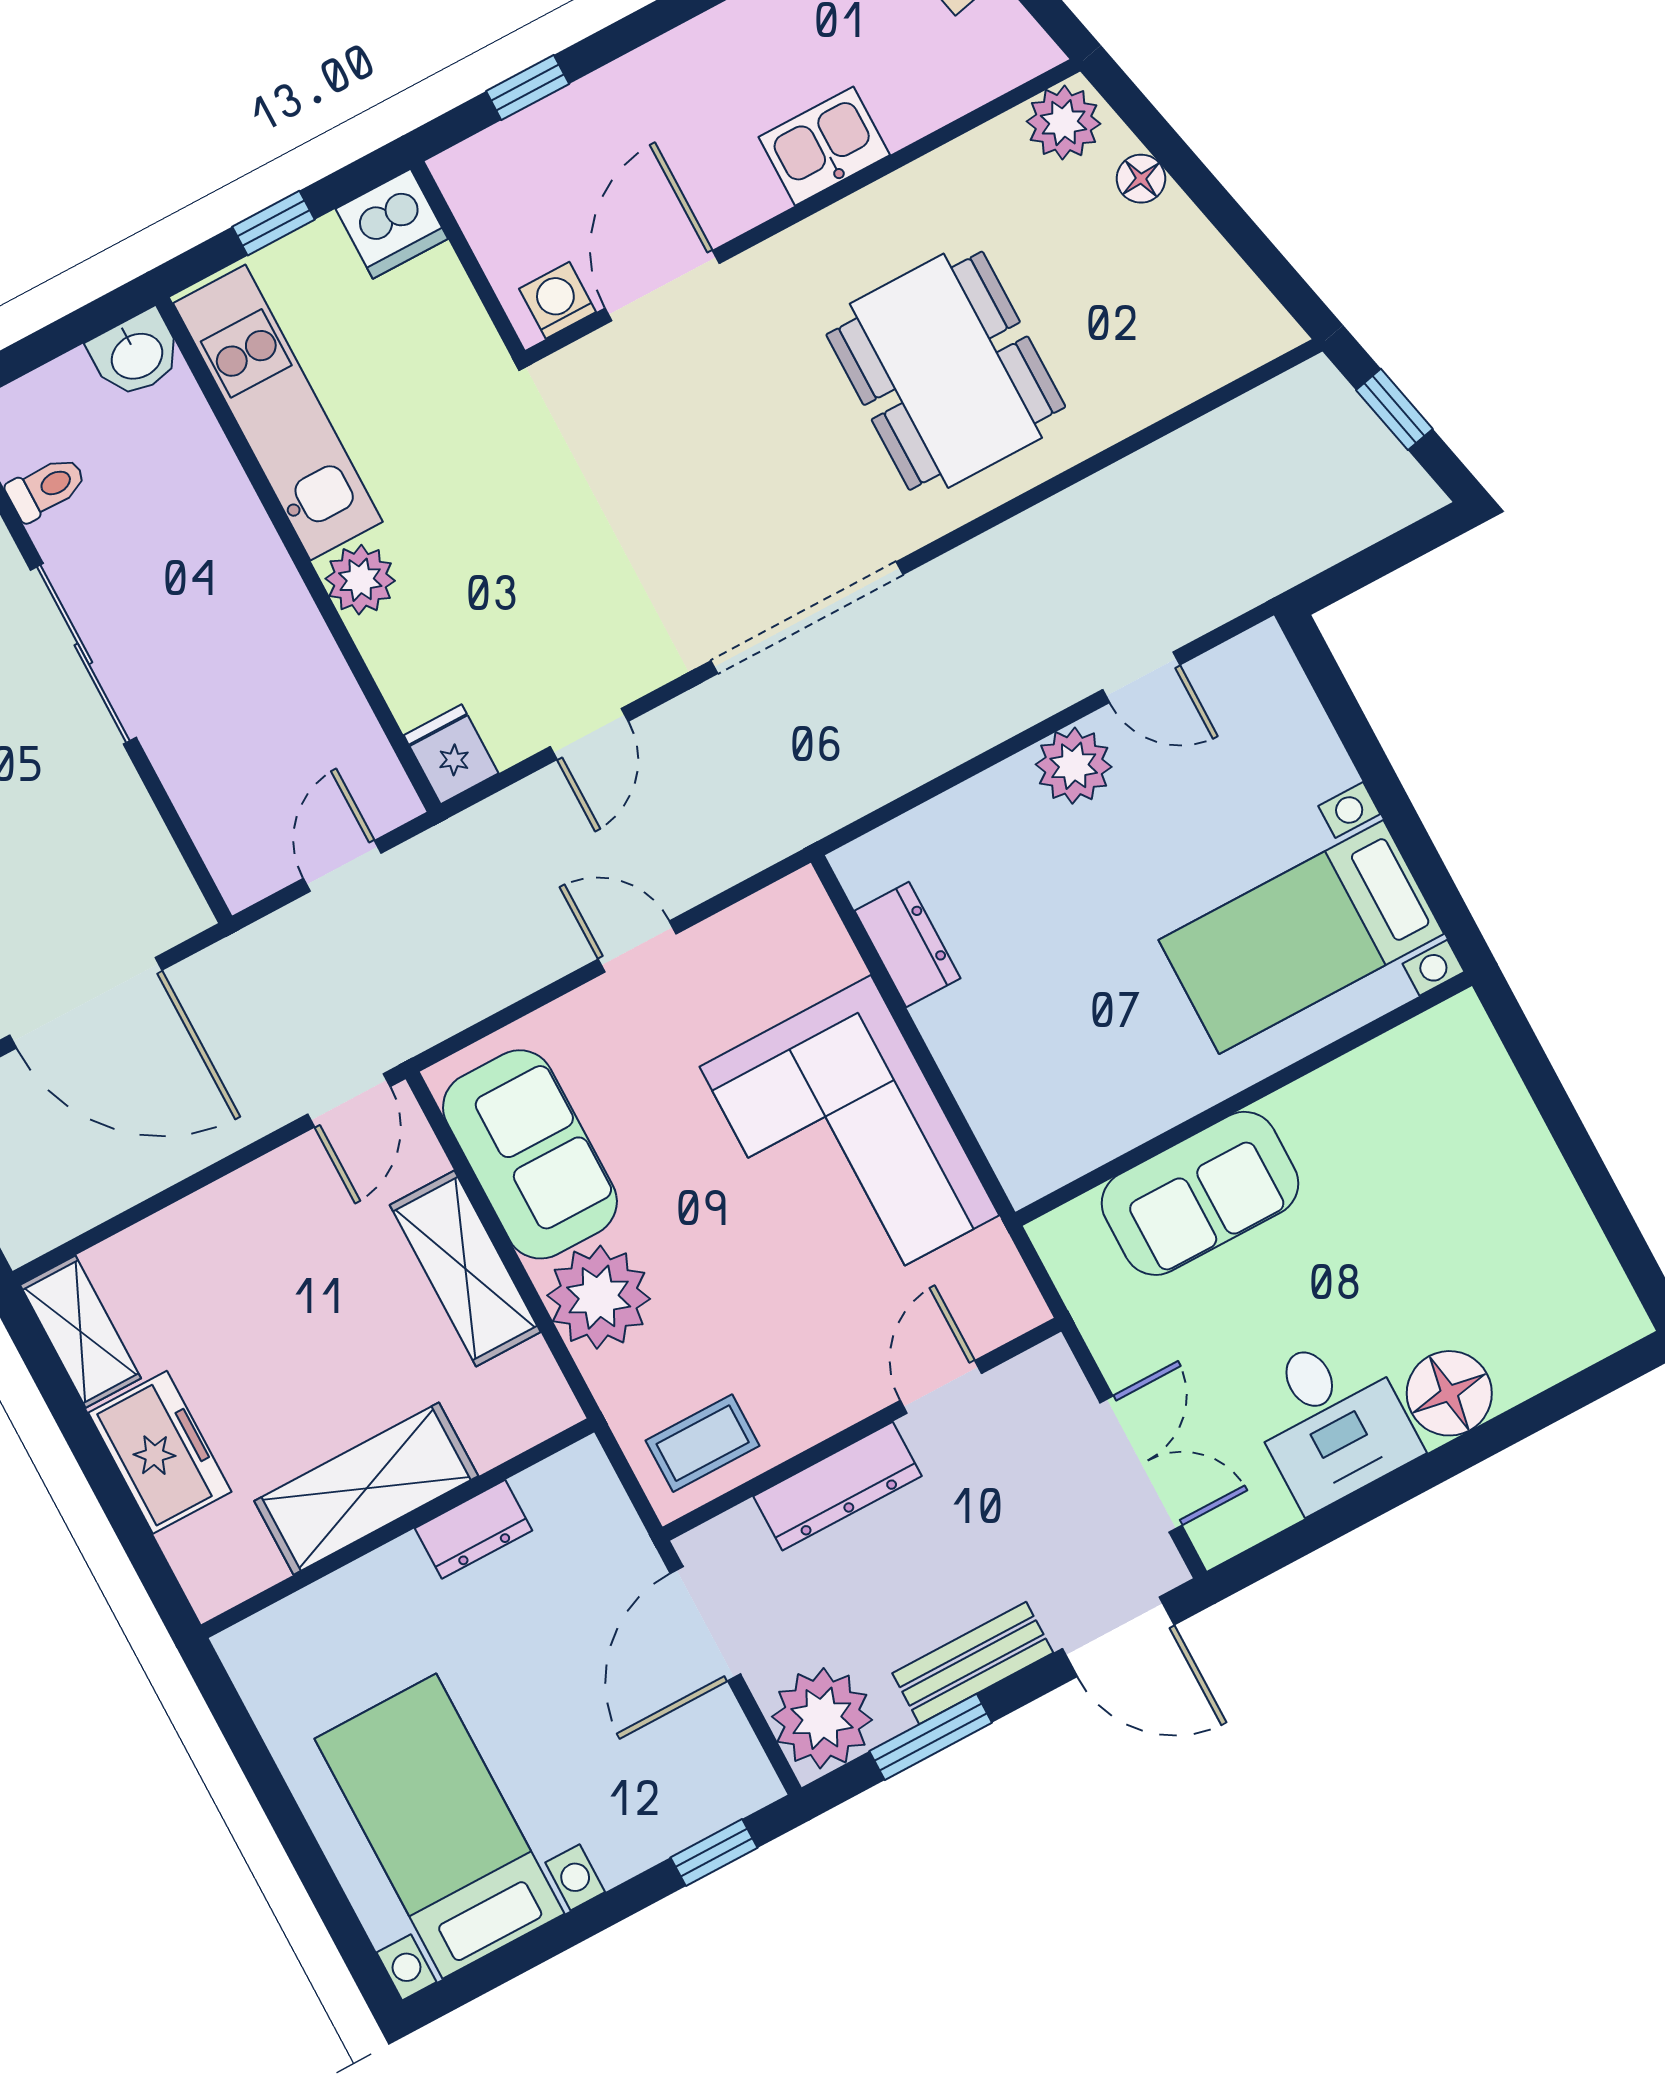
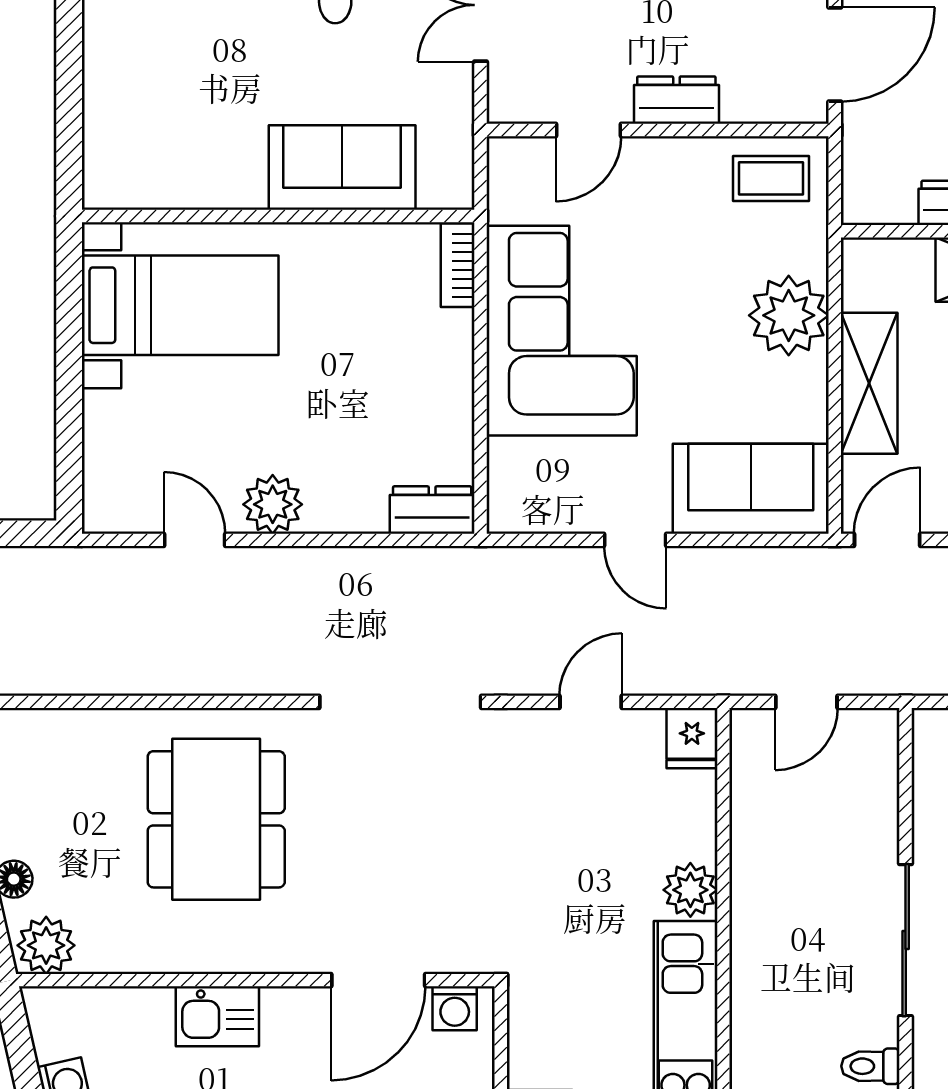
dresser: (907, 944) -> (432, 510), moved, turned 90
bookcase: (1008, 1152) -> (458, 265), added
sofa: (530, 1154) -> (751, 489), moved, turned 90
dresser: (837, 1486) -> (676, 100), width x0.70

